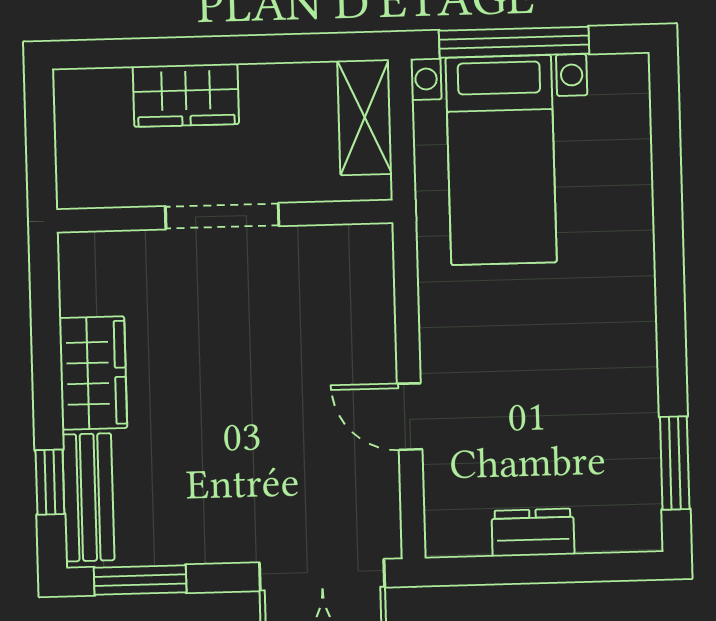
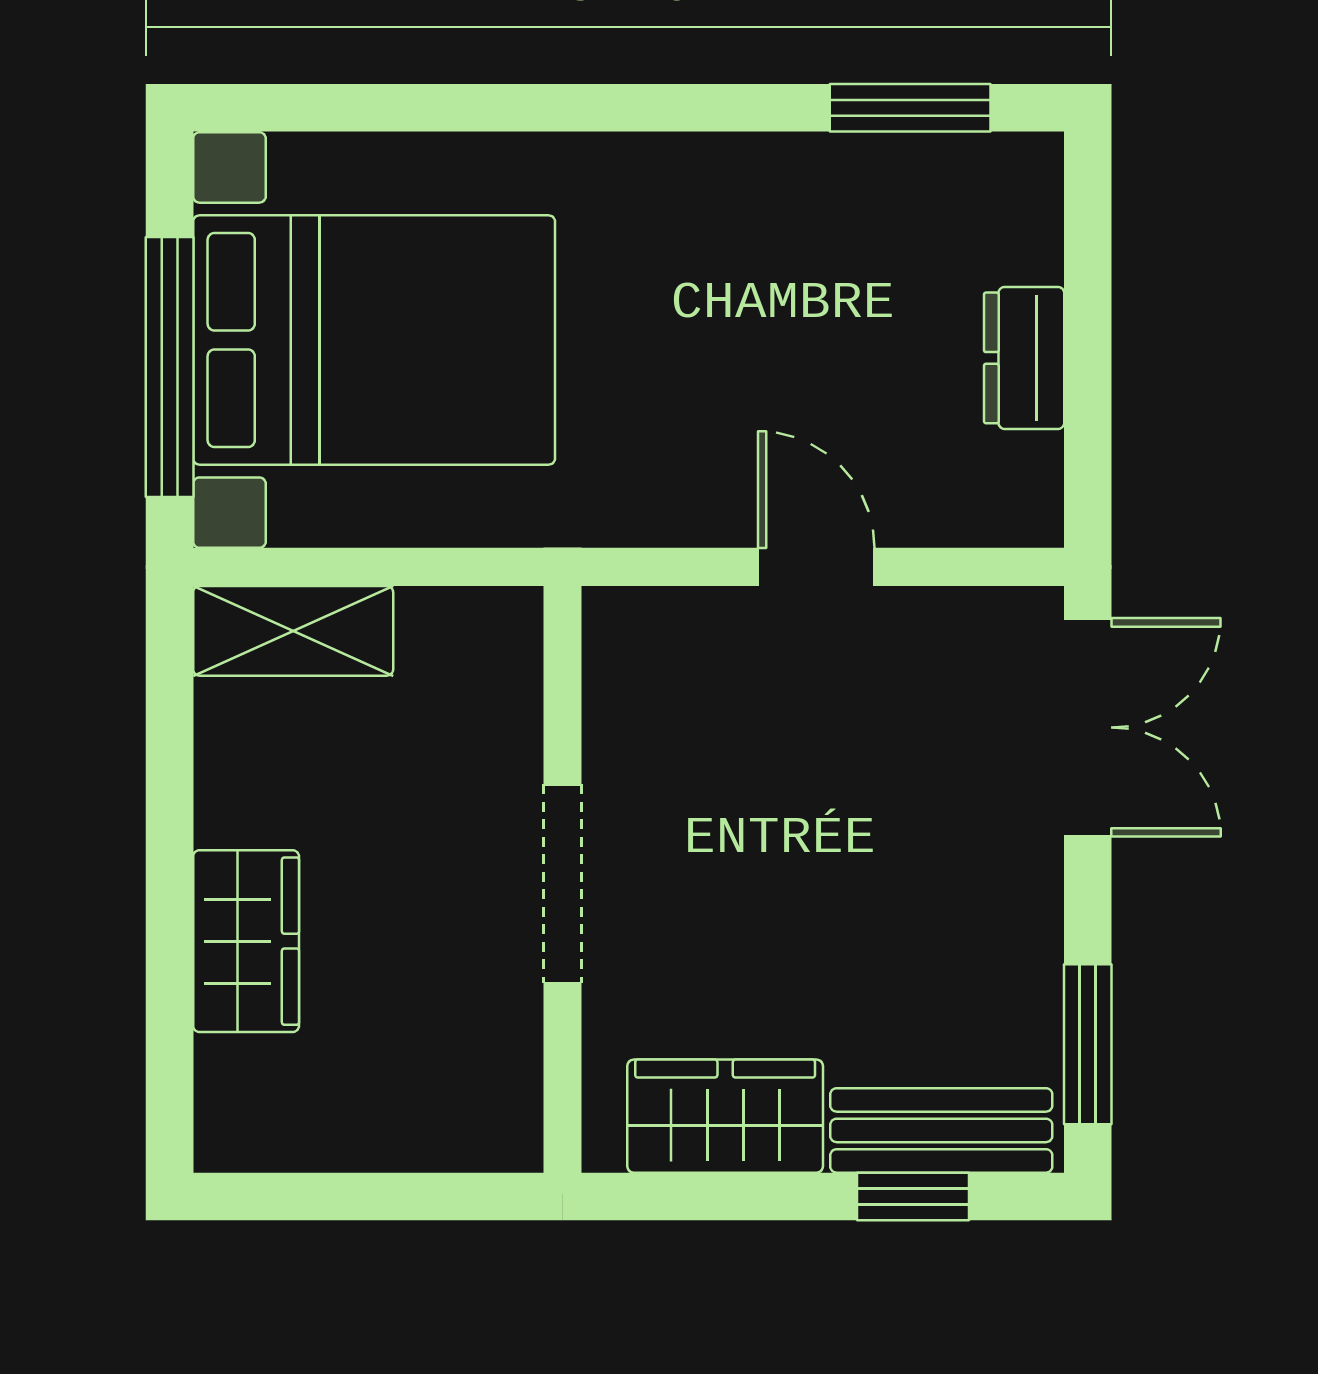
bed with nightstands: (501, 160) -> (374, 340), width x1.36
doorway: (222, 216) -> (562, 884), moved
wall: (225, 216) -> (562, 879), moved
door: (410, 417) -> (816, 567), swing flipped

